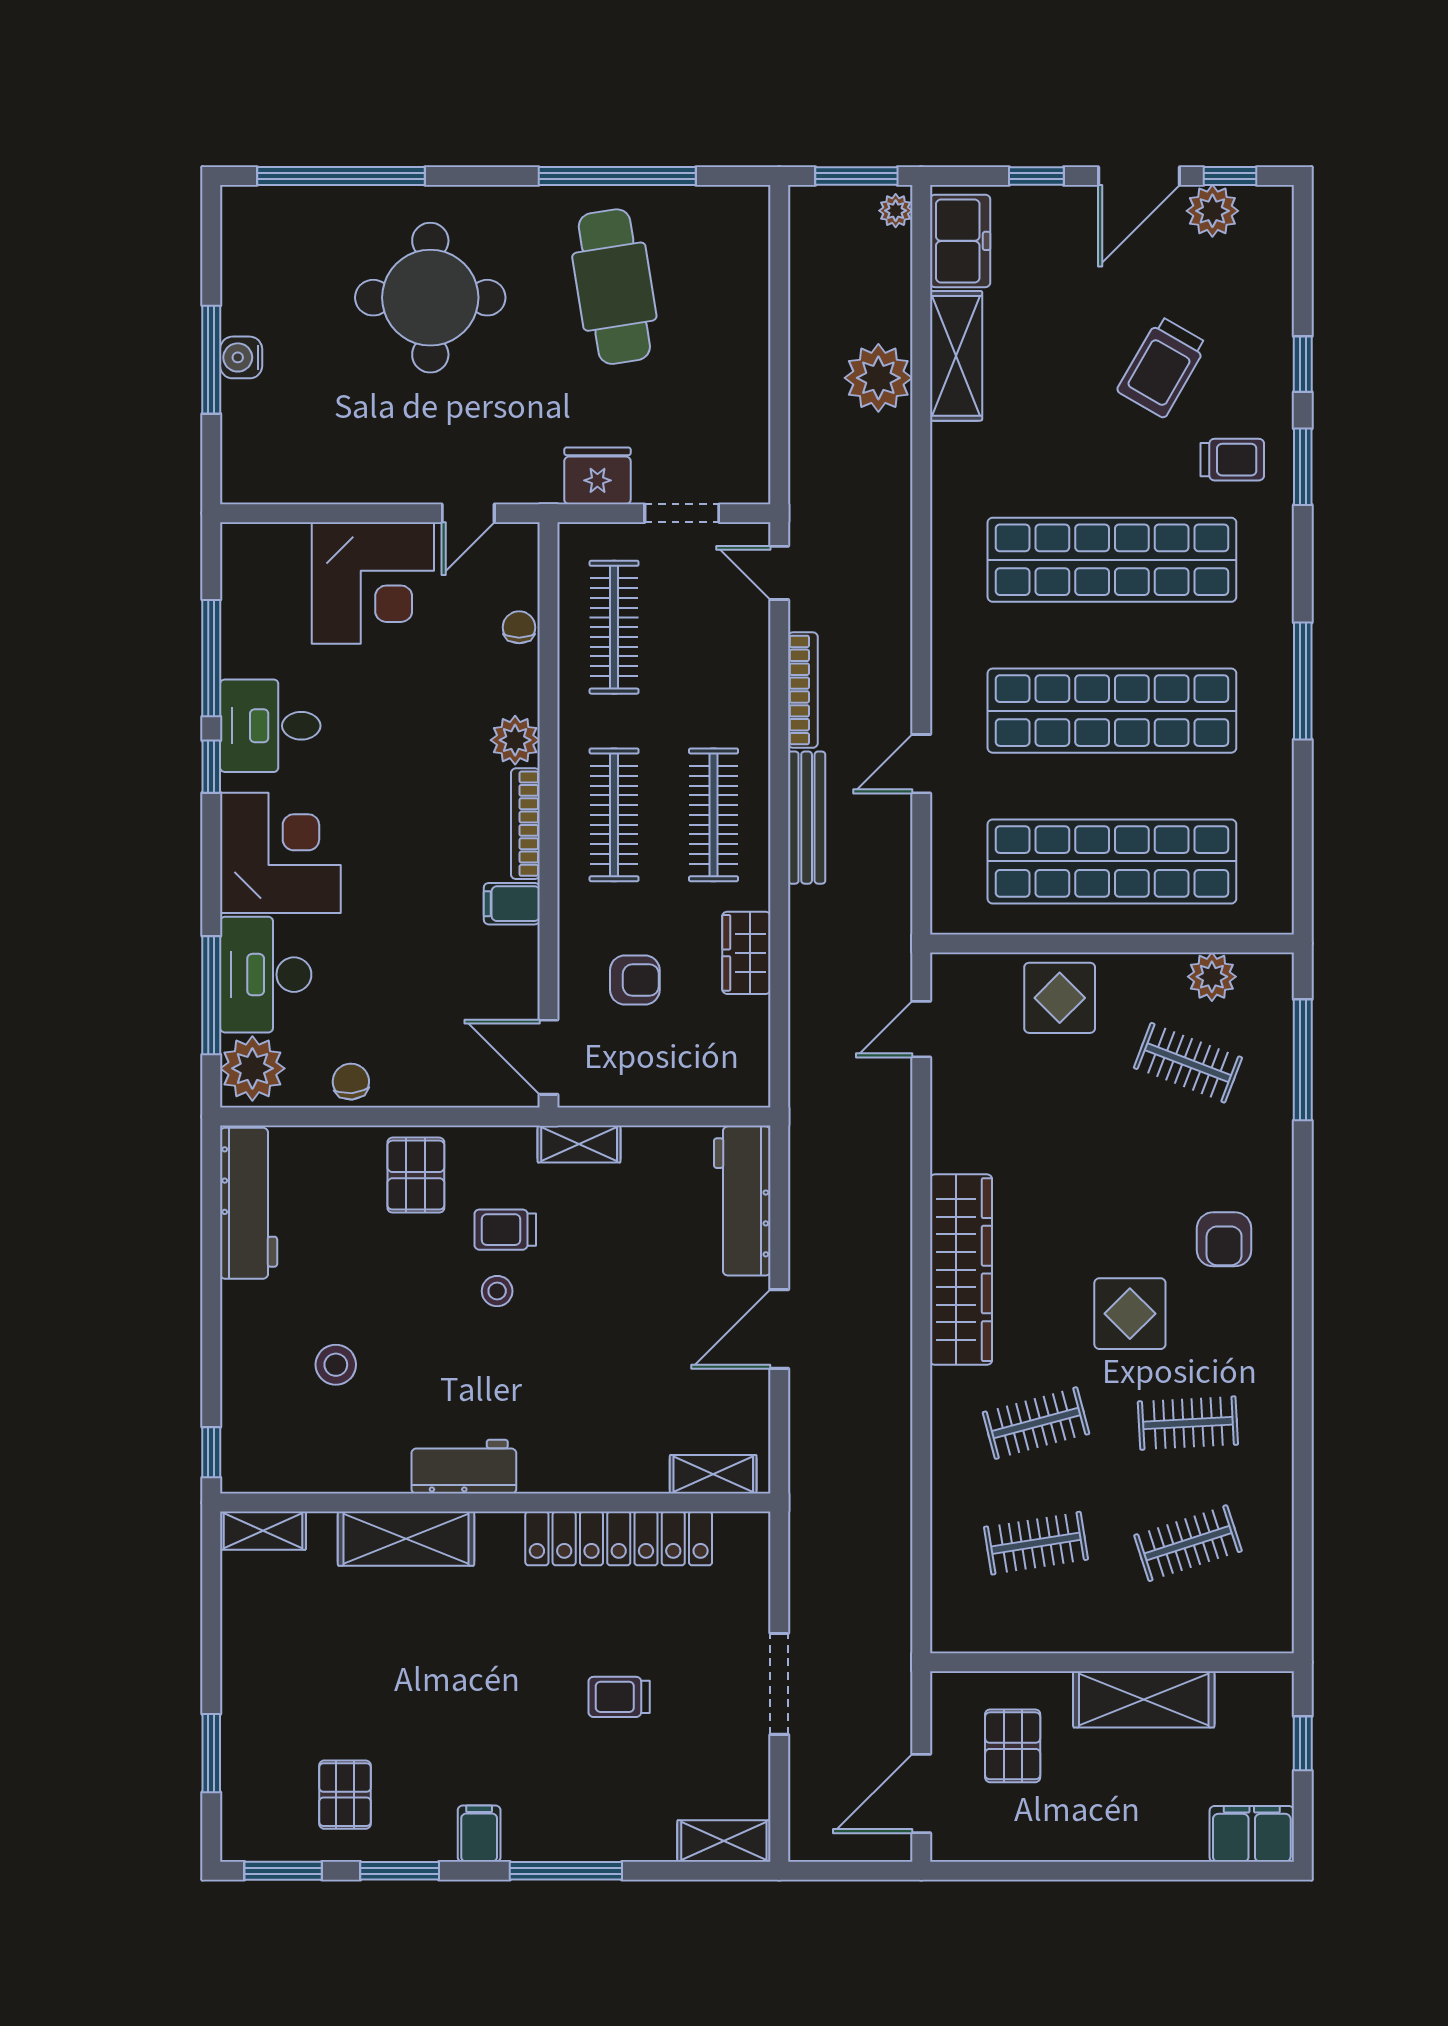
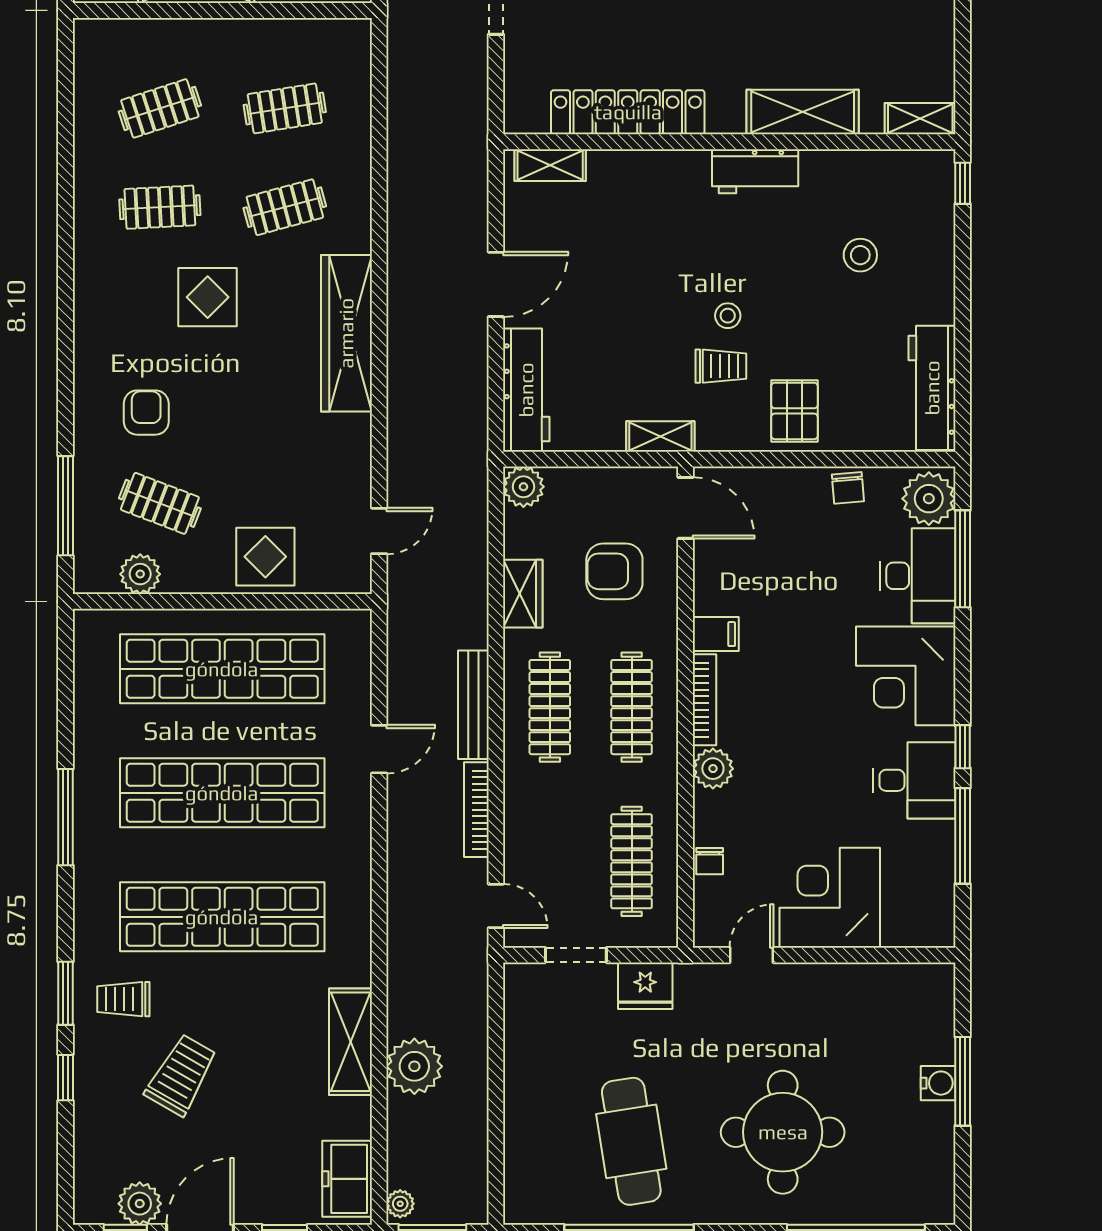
shelving: (956, 356) -> (350, 1042), moved
armchair: (635, 980) -> (614, 571), width x1.38, depth x1.38
plant: (746, 1083) -> (523, 487), added
armchair: (1224, 1239) -> (146, 413), moved

